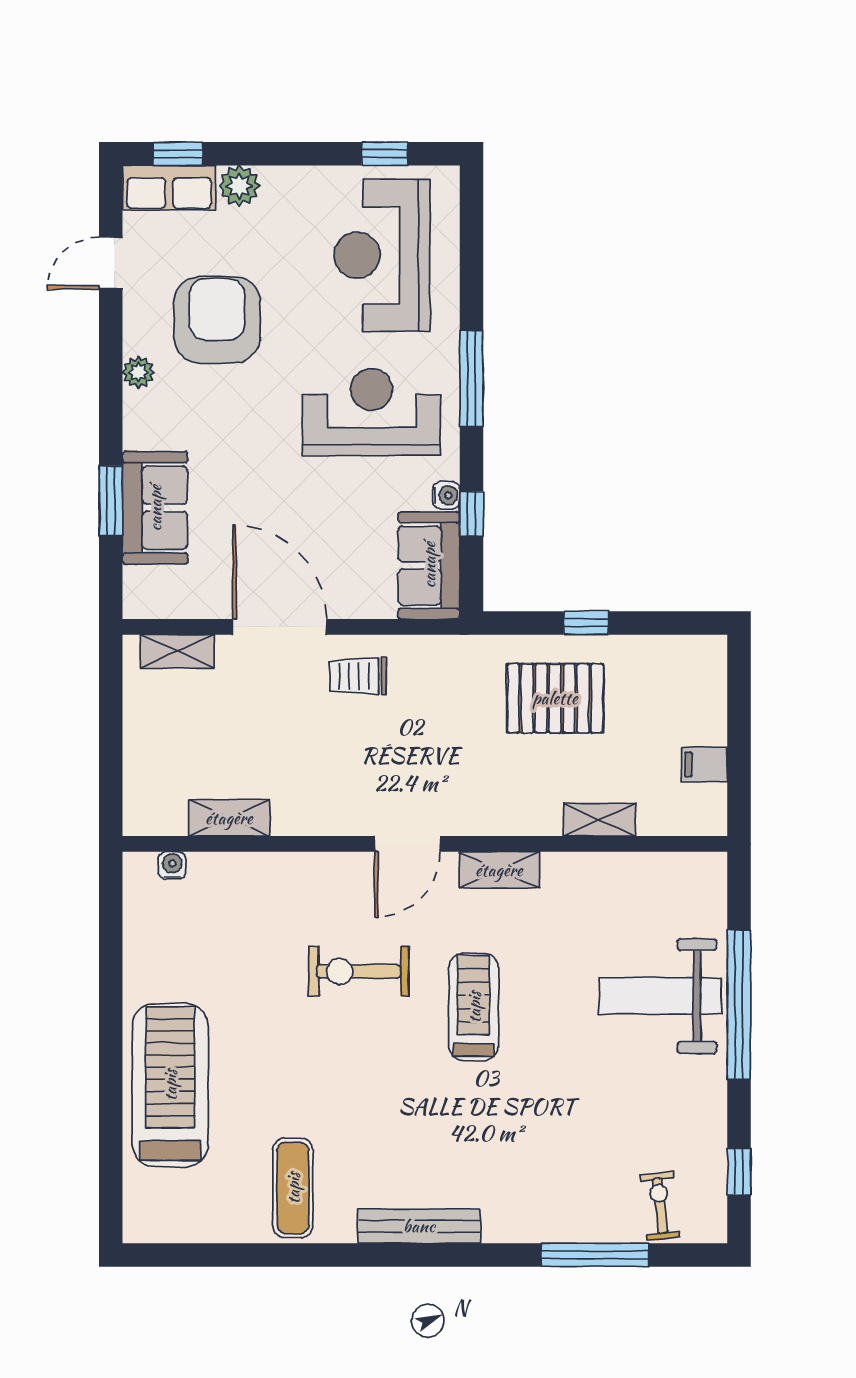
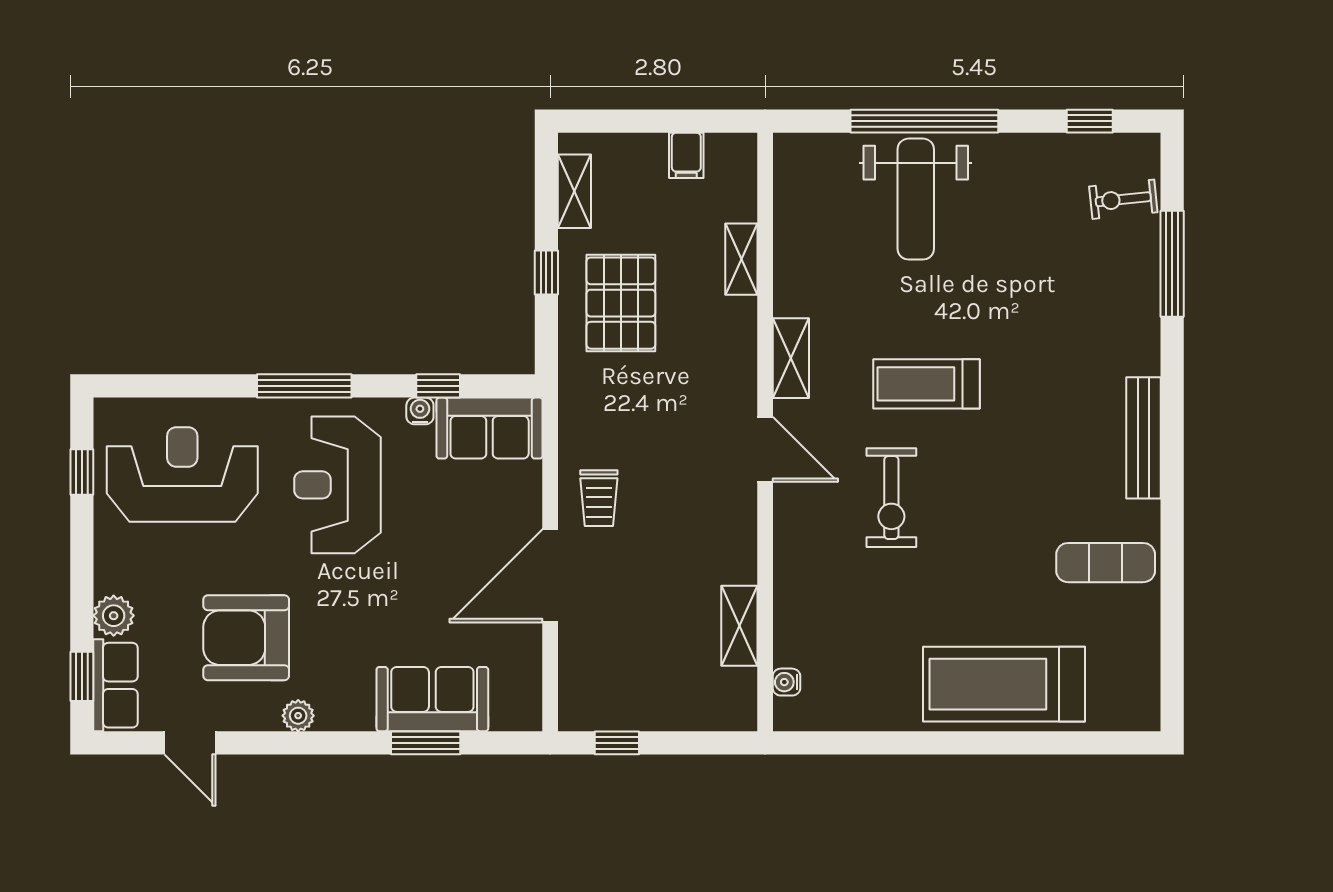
reception desk: (382, 255) -> (182, 474), turned 180
shelving: (177, 651) -> (574, 191), moved
window: (111, 694) -> (617, 743), added

